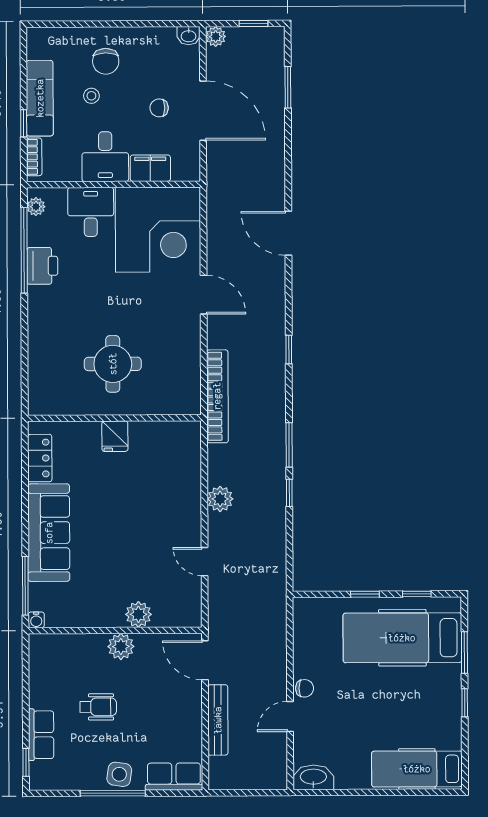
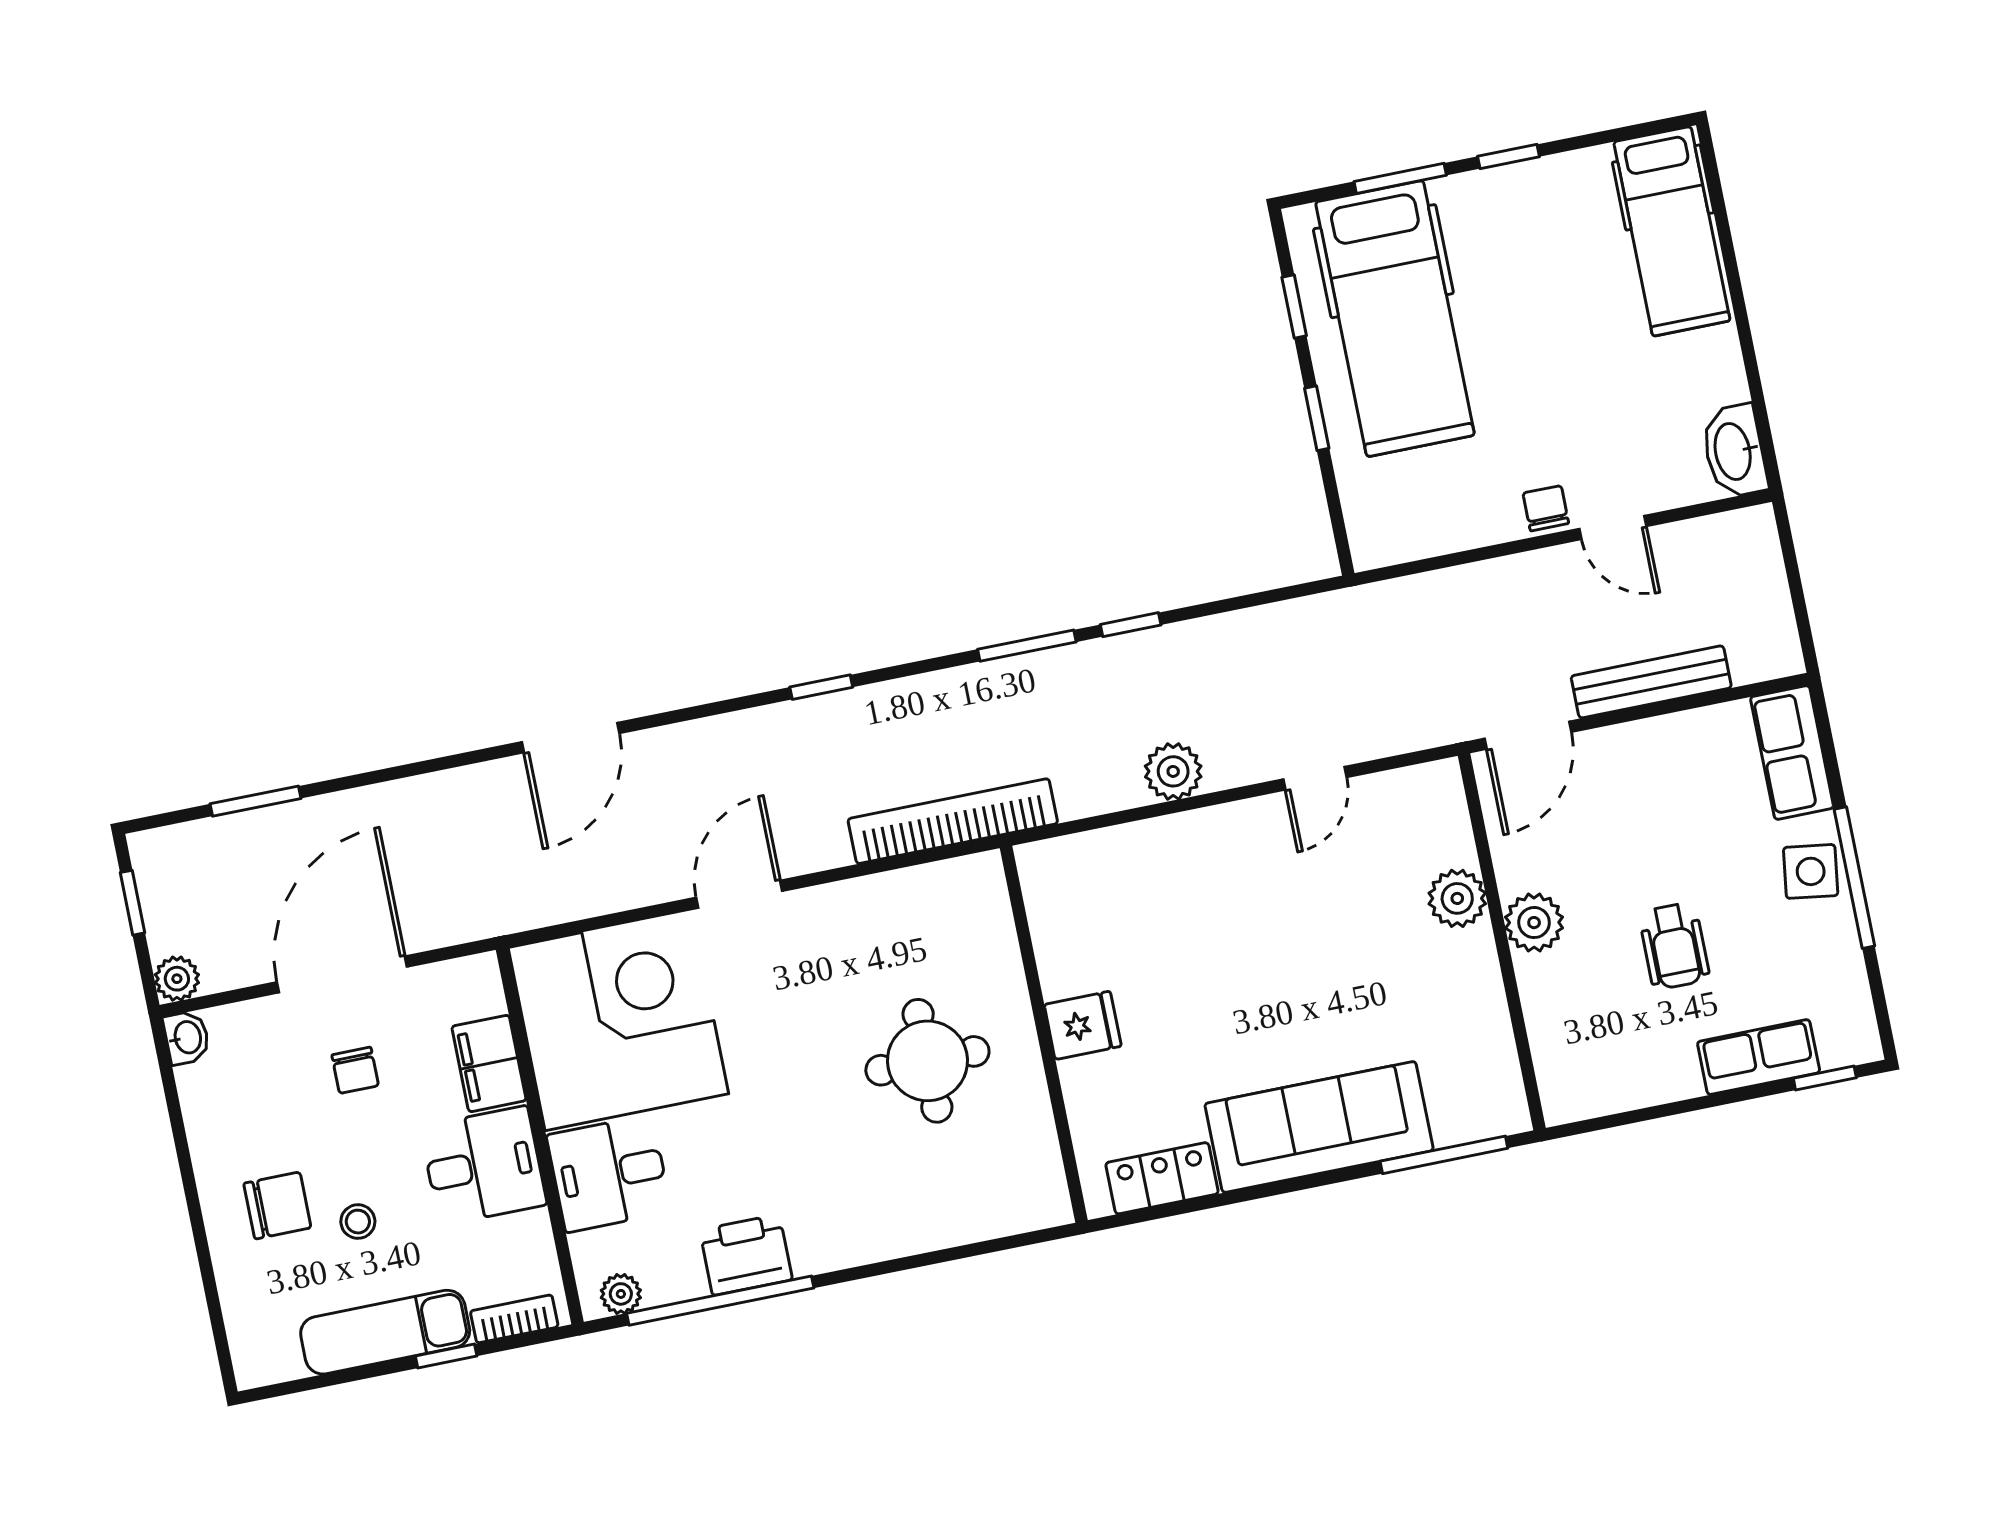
water cooler: (36, 620) -> (1513, 1117), removed
wheelchair: (98, 707) -> (1674, 946), turned 180

